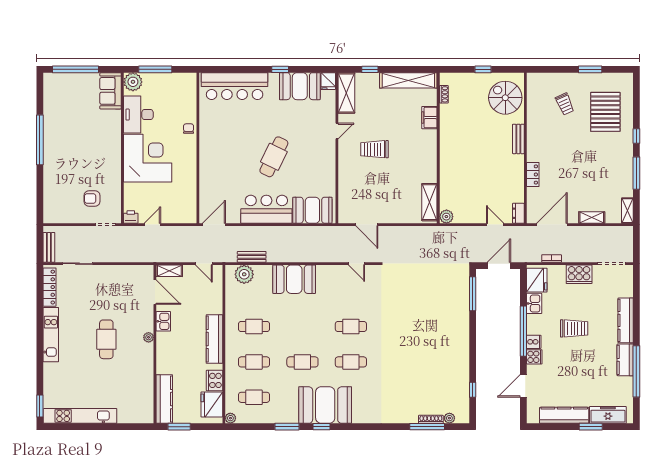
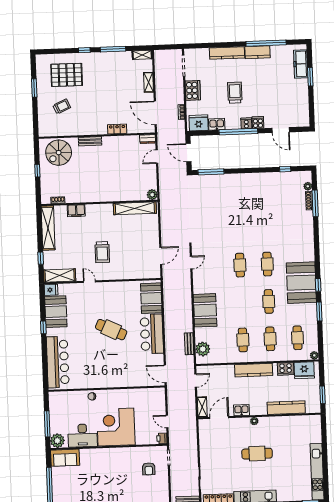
shelving: (429, 202) -> (135, 208), width x1.47
kitchen counter: (164, 399) -> (286, 408), moved
kitchen counter: (564, 415) -> (302, 98), removed

